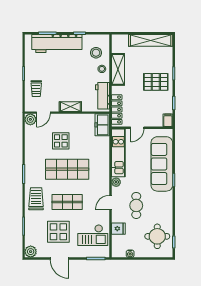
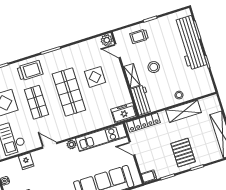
stool: (96, 53) -> (154, 67), moved
workbench: (103, 96) -> (142, 100), moved, turned 90
cafe table: (136, 205) -> (55, 172), removed

